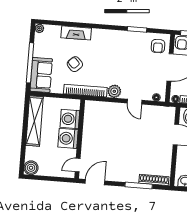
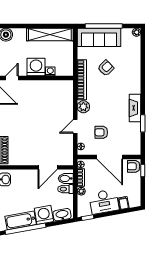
fireplace: (76, 33) -> (135, 108), moved
armchair: (158, 46) -> (101, 132), moved
sofa: (41, 75) -> (99, 37), width x1.36
washing machine: (70, 119) -> (50, 71), width x0.53, depth x0.53
door: (78, 165) -> (12, 78), hinge flipped

